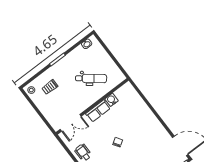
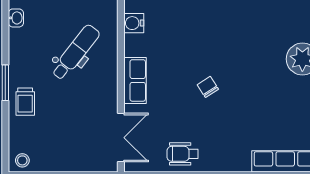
trolley: (50, 87) -> (25, 102), moved
water cooler: (111, 100) -> (134, 23), moved

